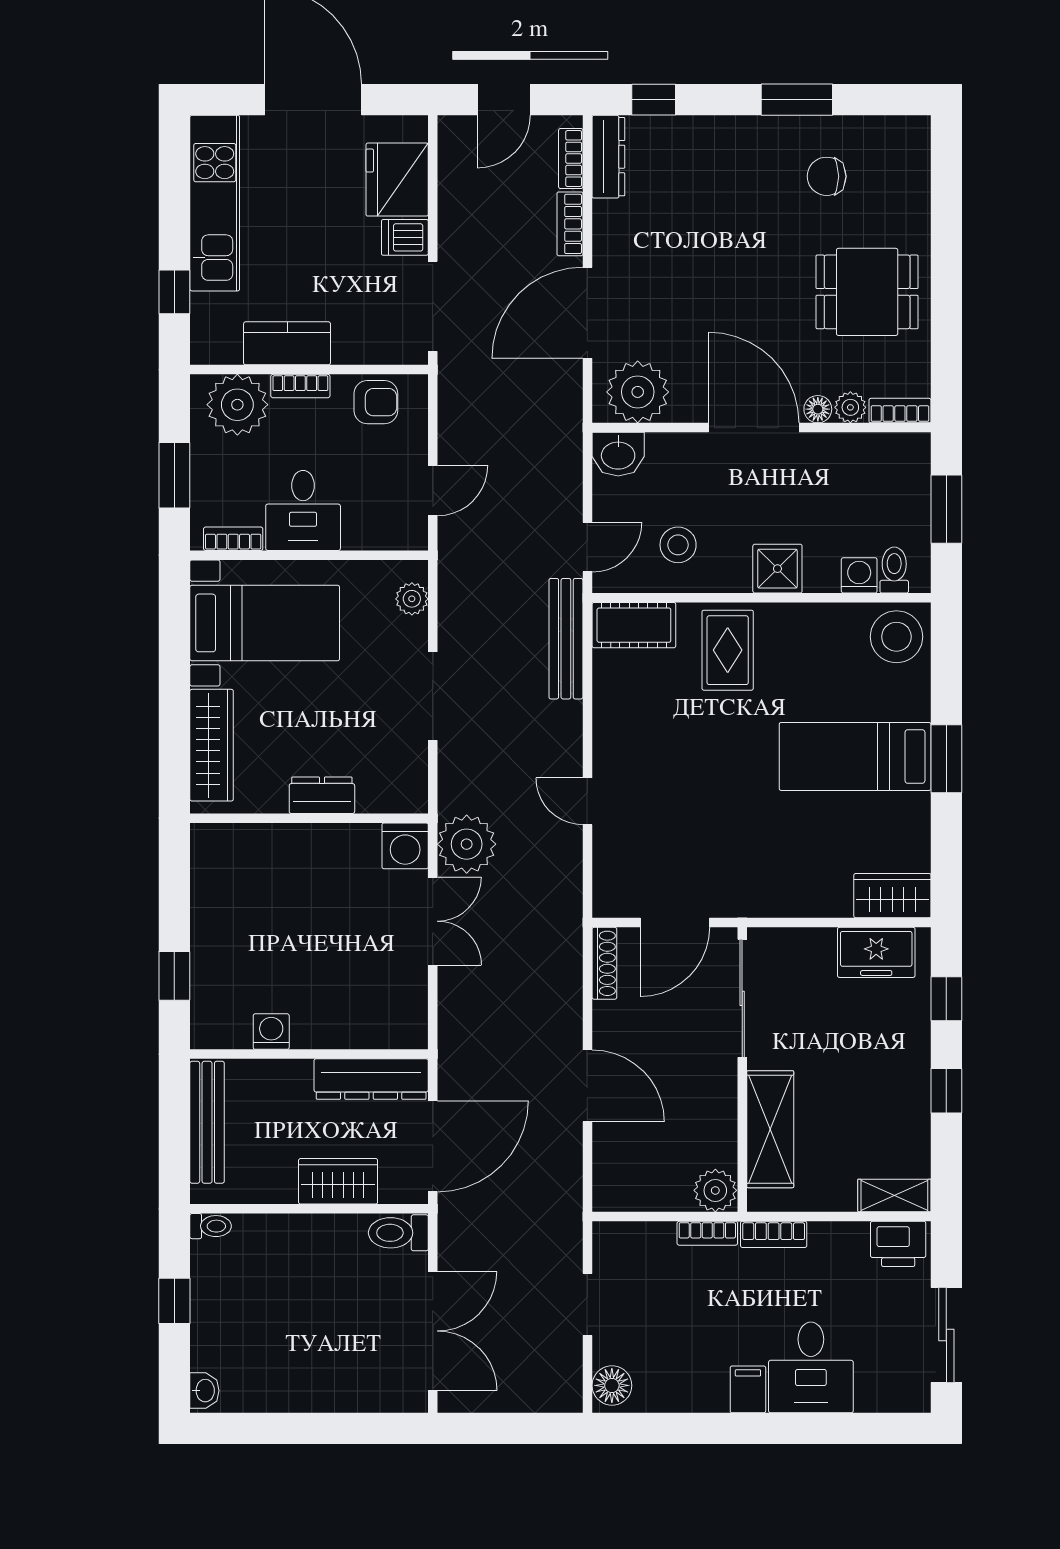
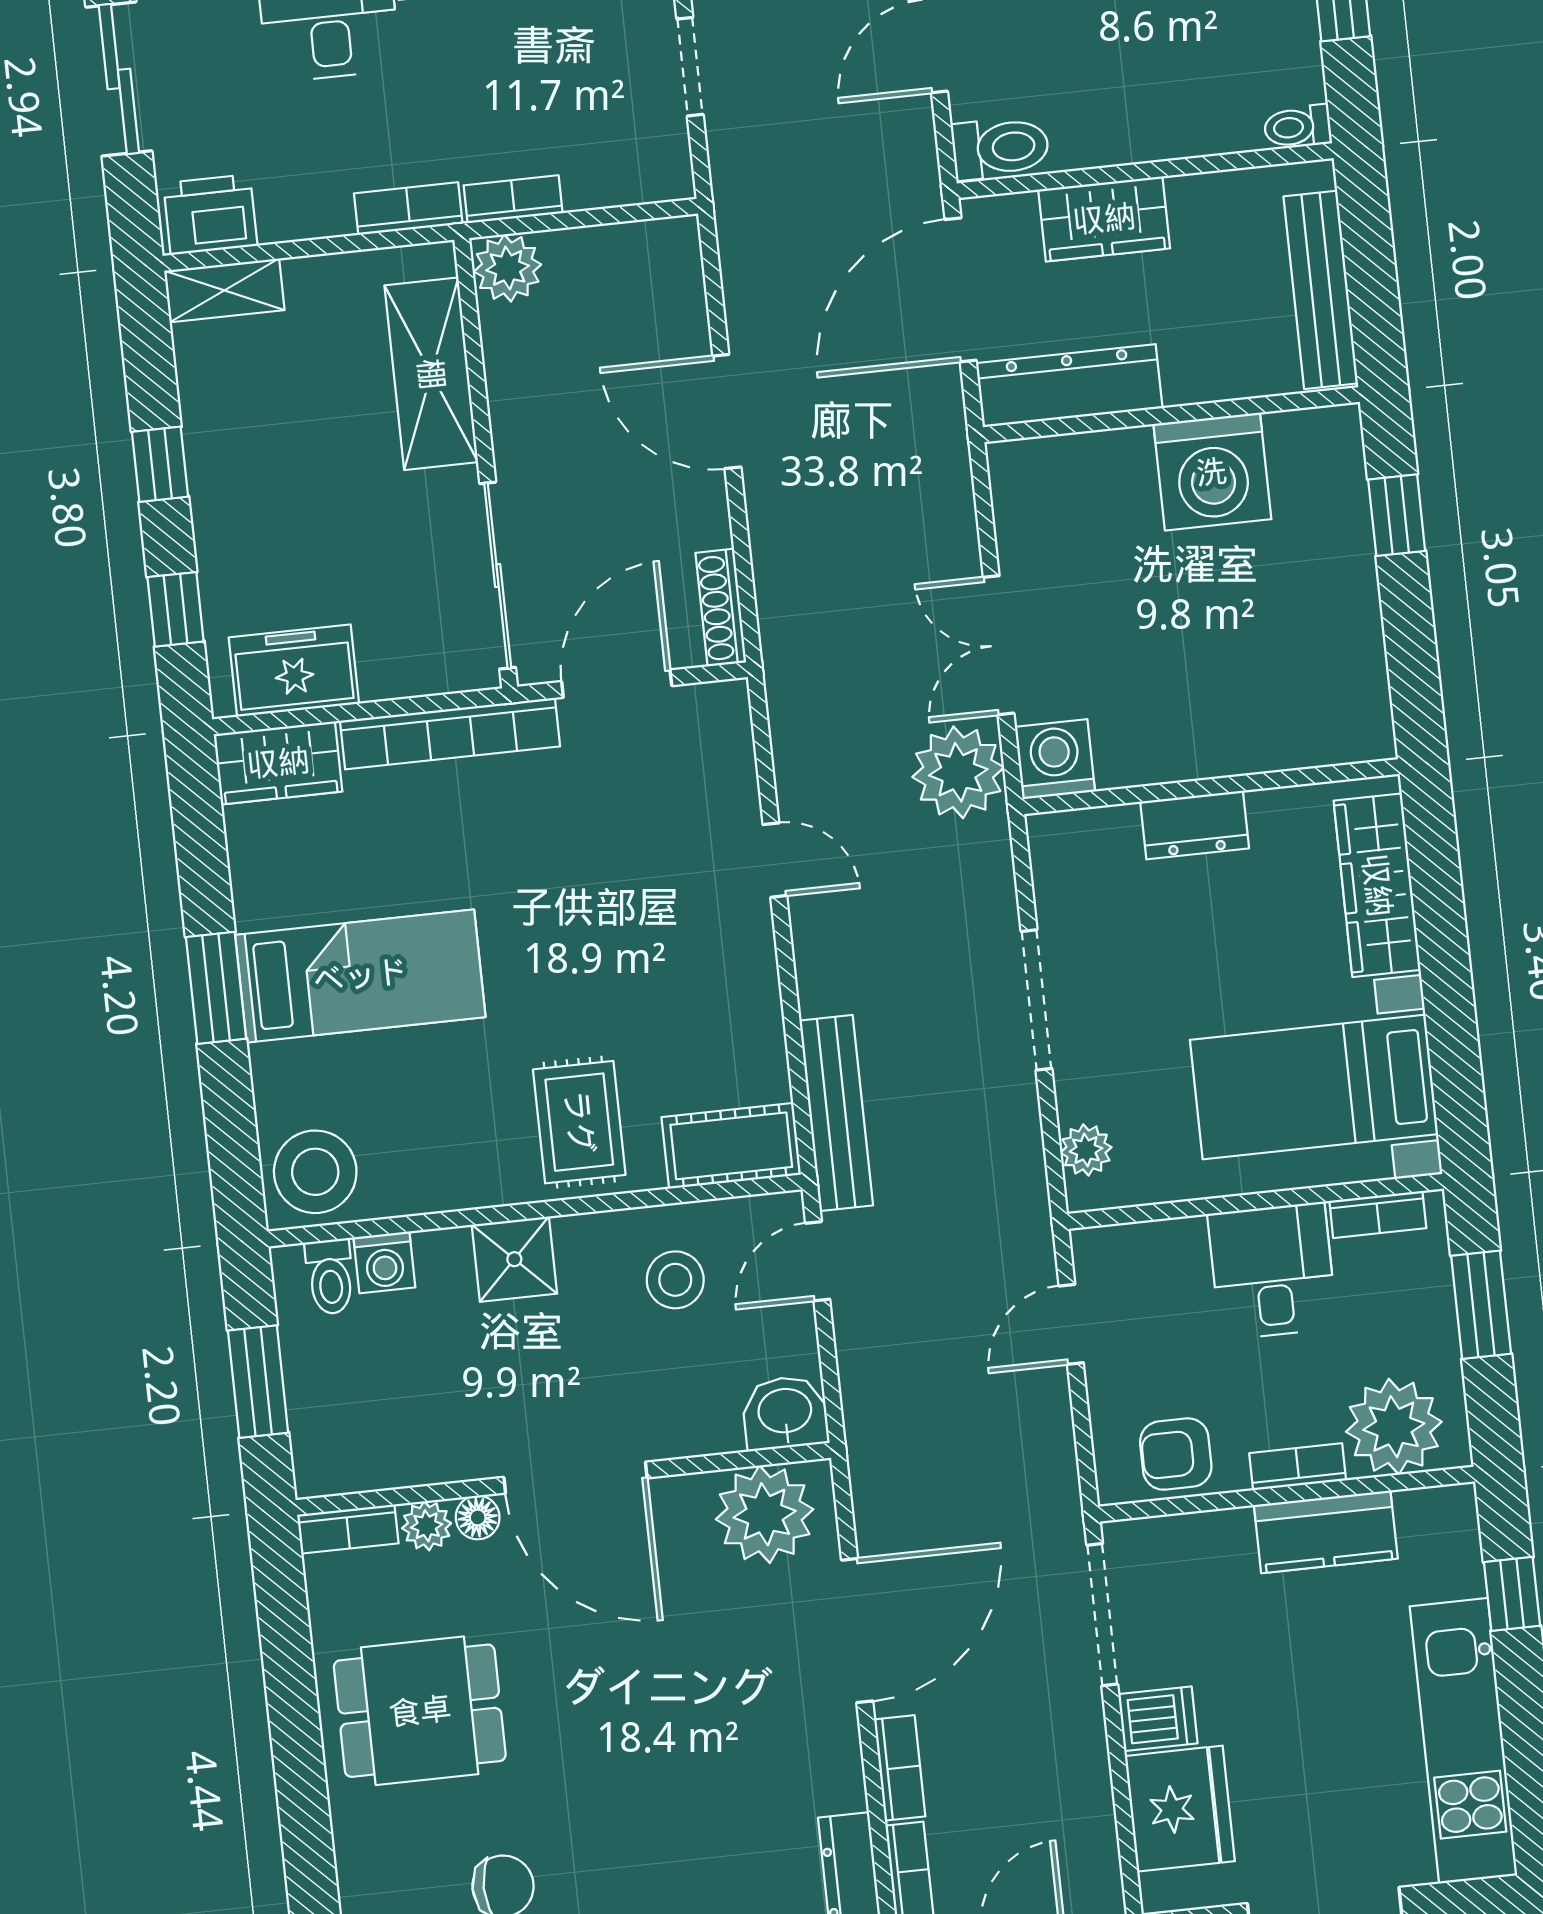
bookcase: (783, 902) -> (450, 734), added
washing machine: (271, 1032) -> (1212, 472), width x1.89, depth x1.89

